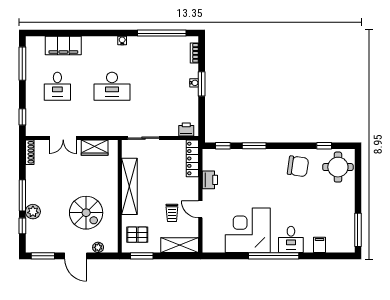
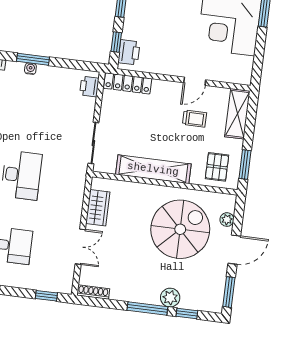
printer: (210, 180) -> (129, 52), moved, turned 90
spiral stairs: (86, 213) -> (180, 229), width x1.37, depth x1.37

